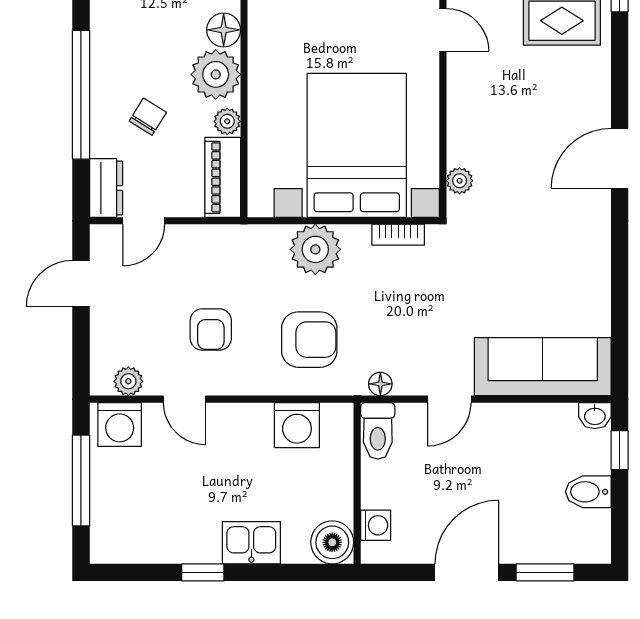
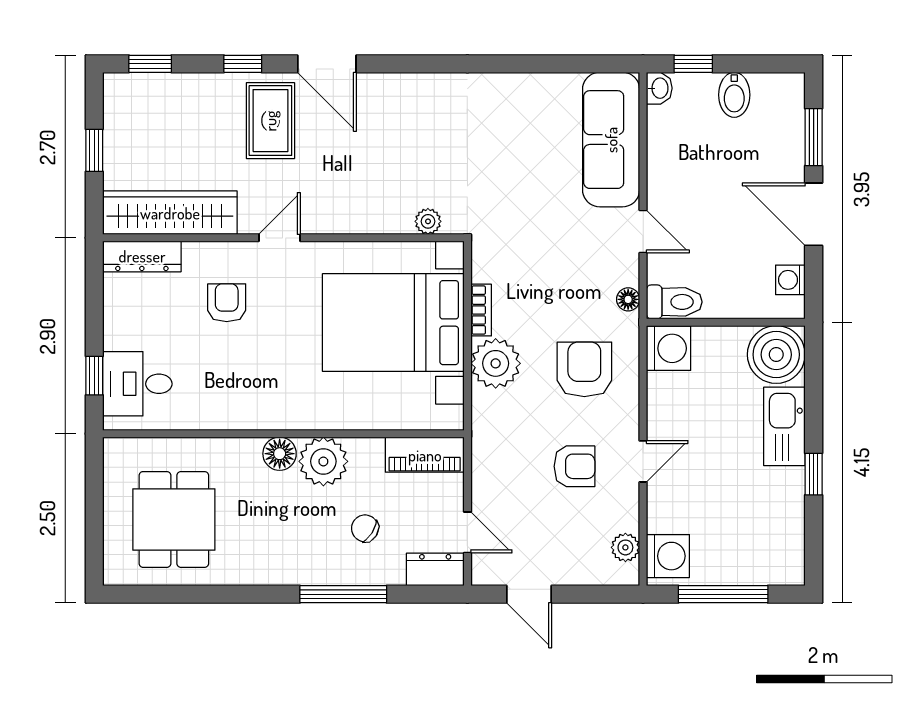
window: (81, 95) -> (343, 594), width x0.68
plant: (227, 121) -> (369, 450), removed
door: (620, 158) -> (327, 64), moved
bookcase: (398, 235) -> (481, 310), moved
door: (185, 399) -> (643, 461), moved
washing machine: (297, 425) -> (669, 348), moved
washing machine: (376, 525) -> (790, 280), moved, turned -90
boiler: (332, 542) -> (776, 355), width x1.37, depth x1.37
kitchen sink: (251, 543) -> (784, 426), width x1.38

